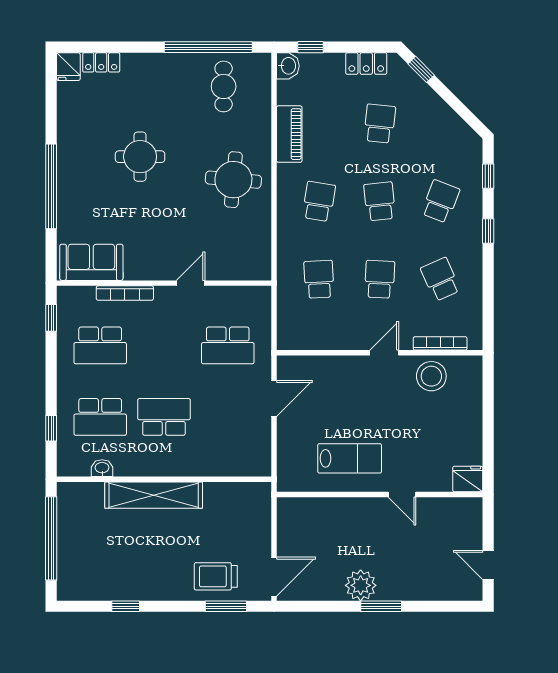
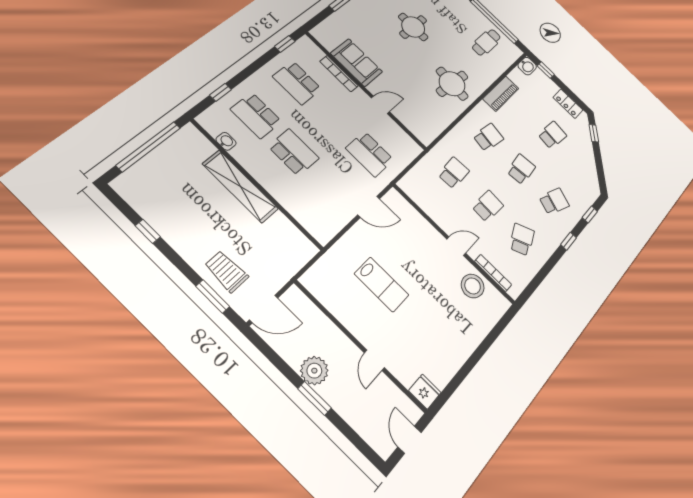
sofa: (91, 262) -> (357, 63), moved
fridge: (468, 479) -> (425, 392), moved
wall: (380, 494) -> (360, 346), moved
door: (402, 494) -> (374, 360), moved

